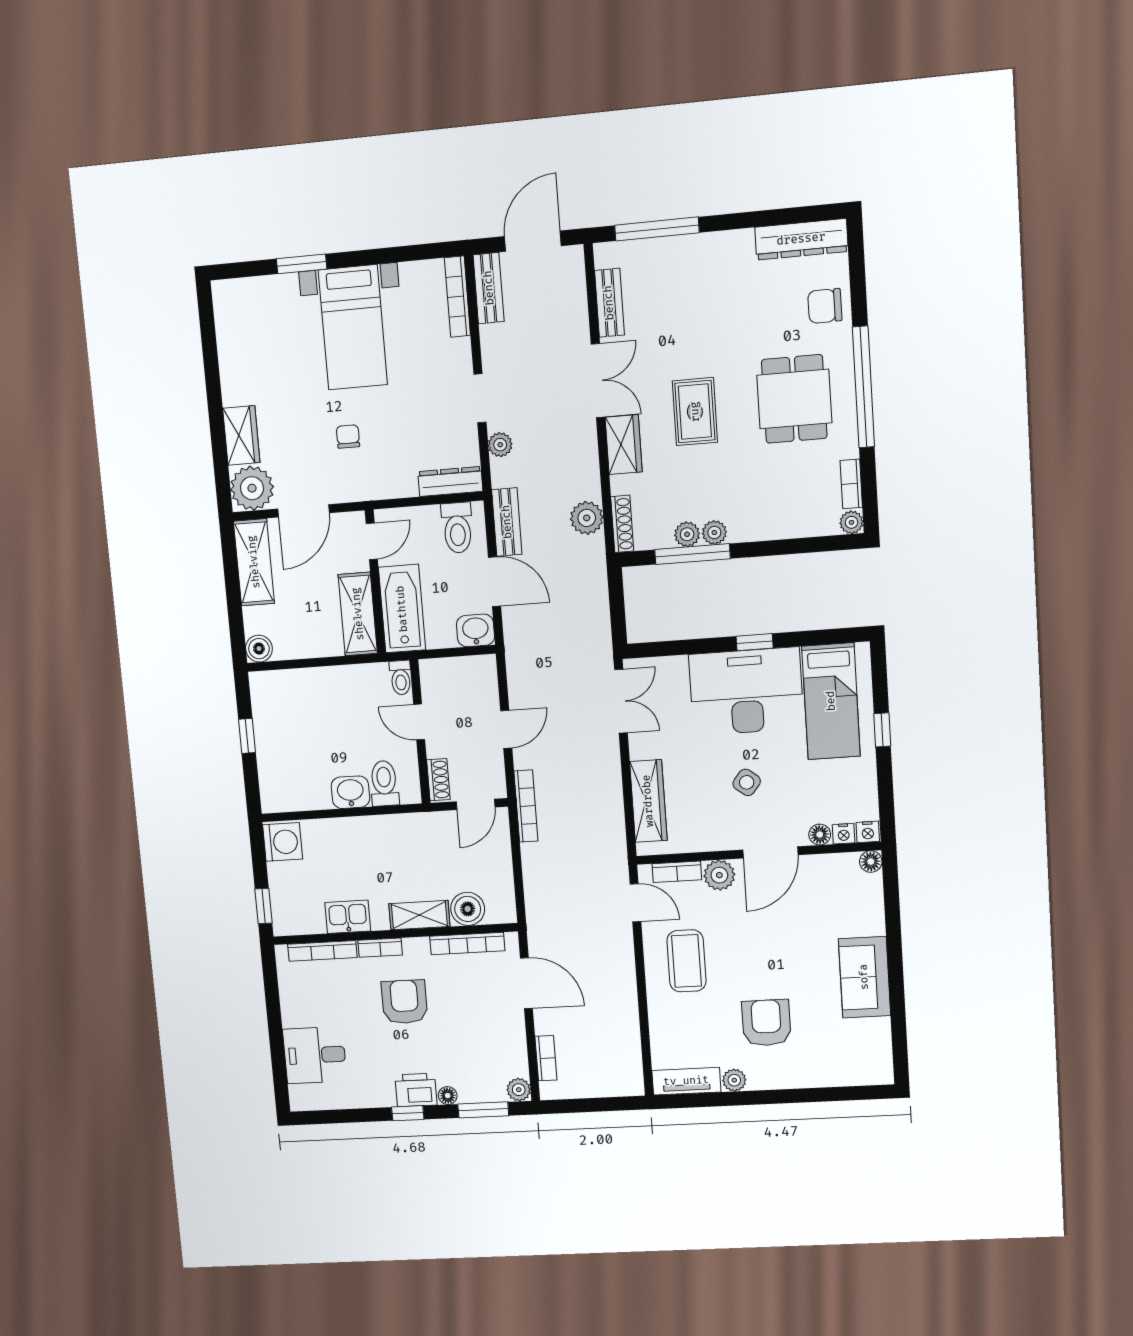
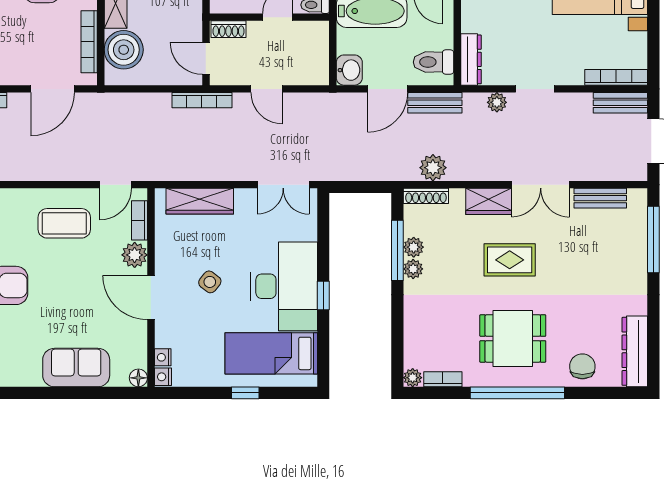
floor lamp: (820, 835) -> (163, 338), removed
boiler: (468, 909) -> (124, 50), width x1.37, depth x1.37
sofa: (864, 977) -> (76, 368), moved

